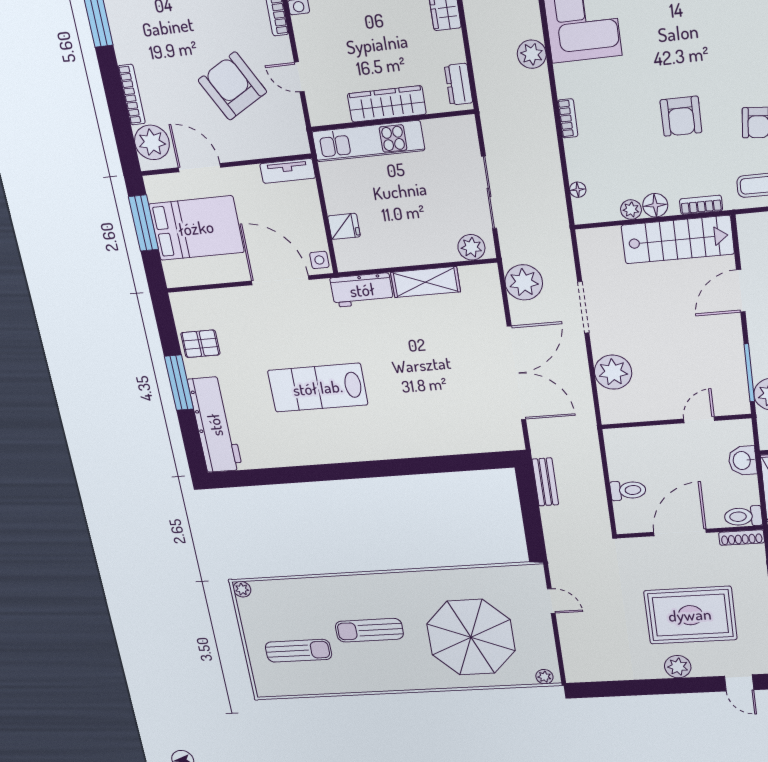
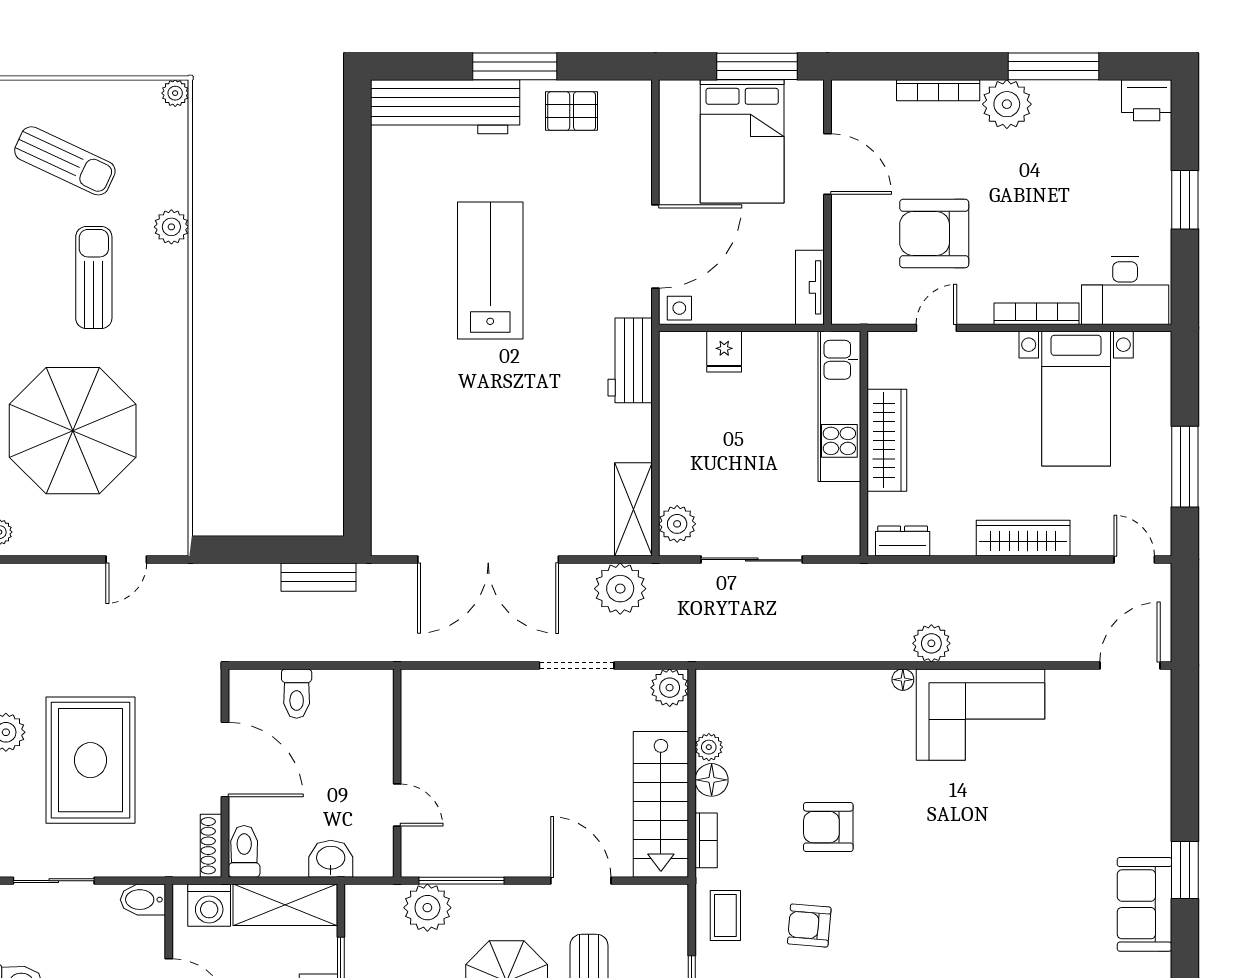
armchair: (232, 86) -> (934, 233), turned -151
bookcase: (568, 118) -> (841, 679), removed
plant: (152, 142) -> (1007, 104), moved
door: (199, 168) -> (827, 164), hinge flipped
floor lamp: (578, 190) -> (903, 680), moved
shelving: (426, 282) -> (633, 509), moved
pallet: (200, 344) -> (572, 111), turned 90
plant: (613, 372) -> (670, 688), moved, width x0.73, depth x0.73
plant: (328, 586) -> (171, 227), added
sun lounger: (298, 651) -> (65, 161), turned -65

